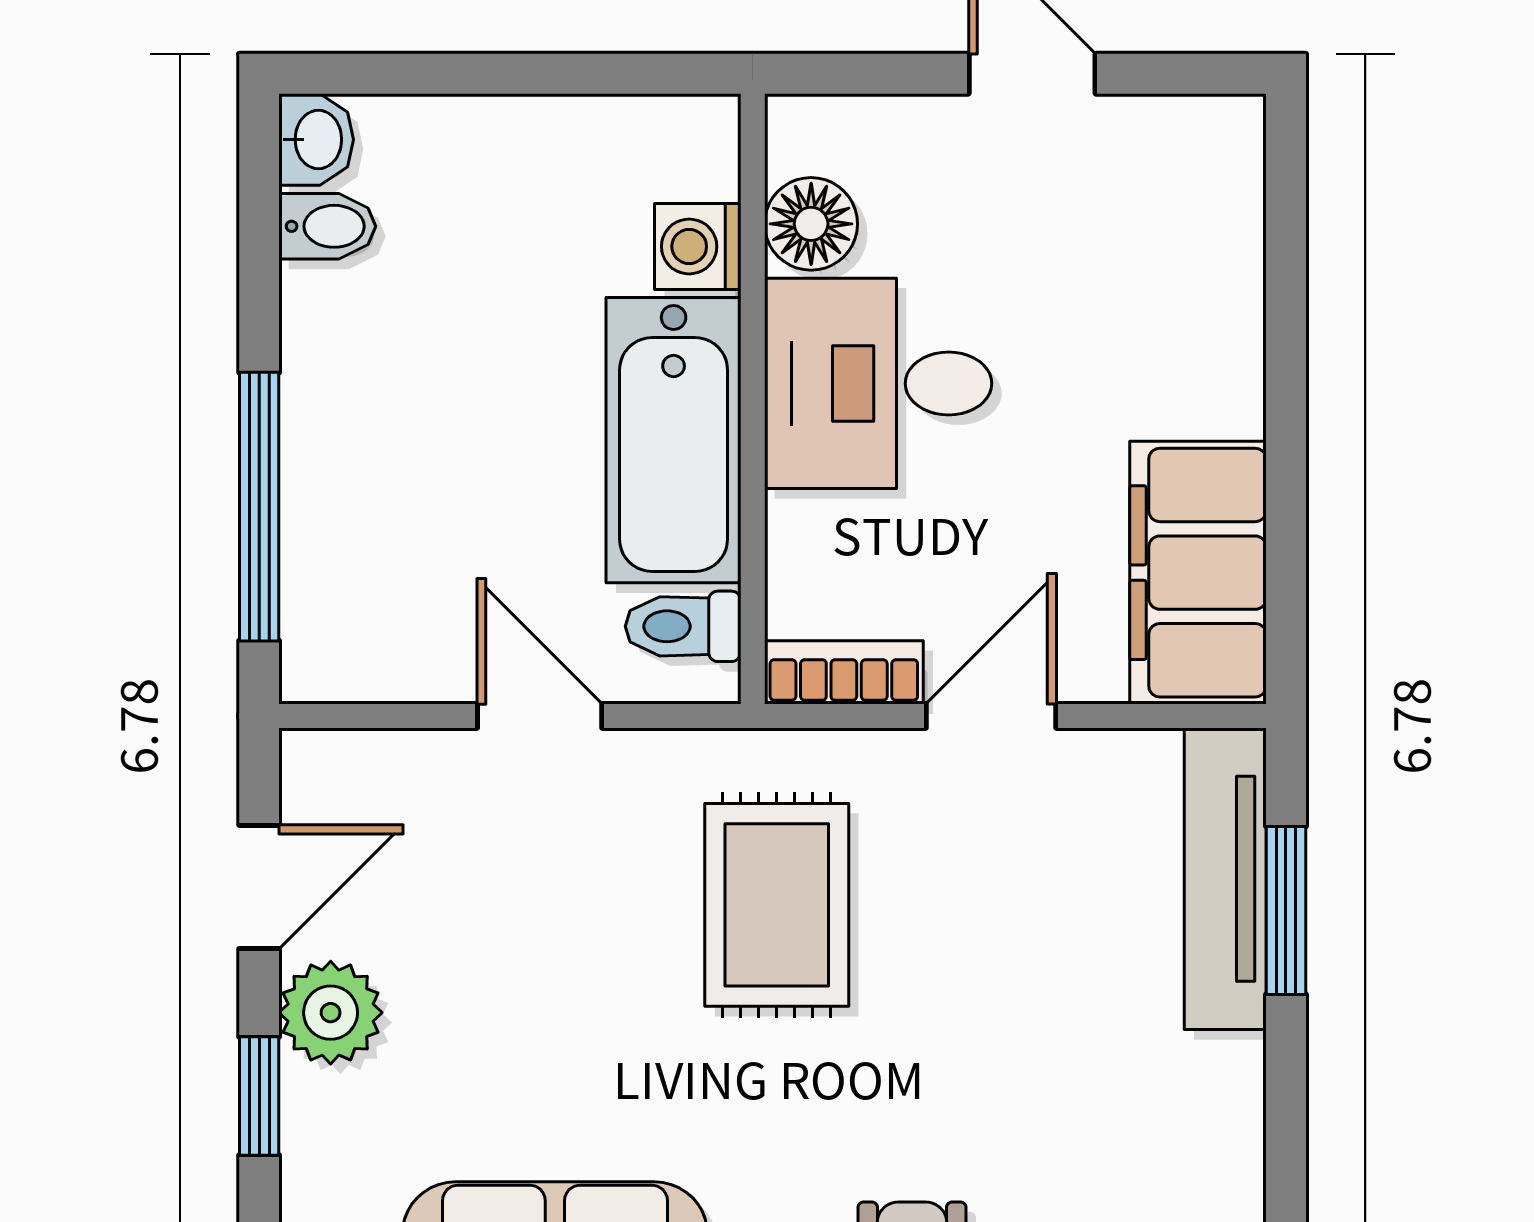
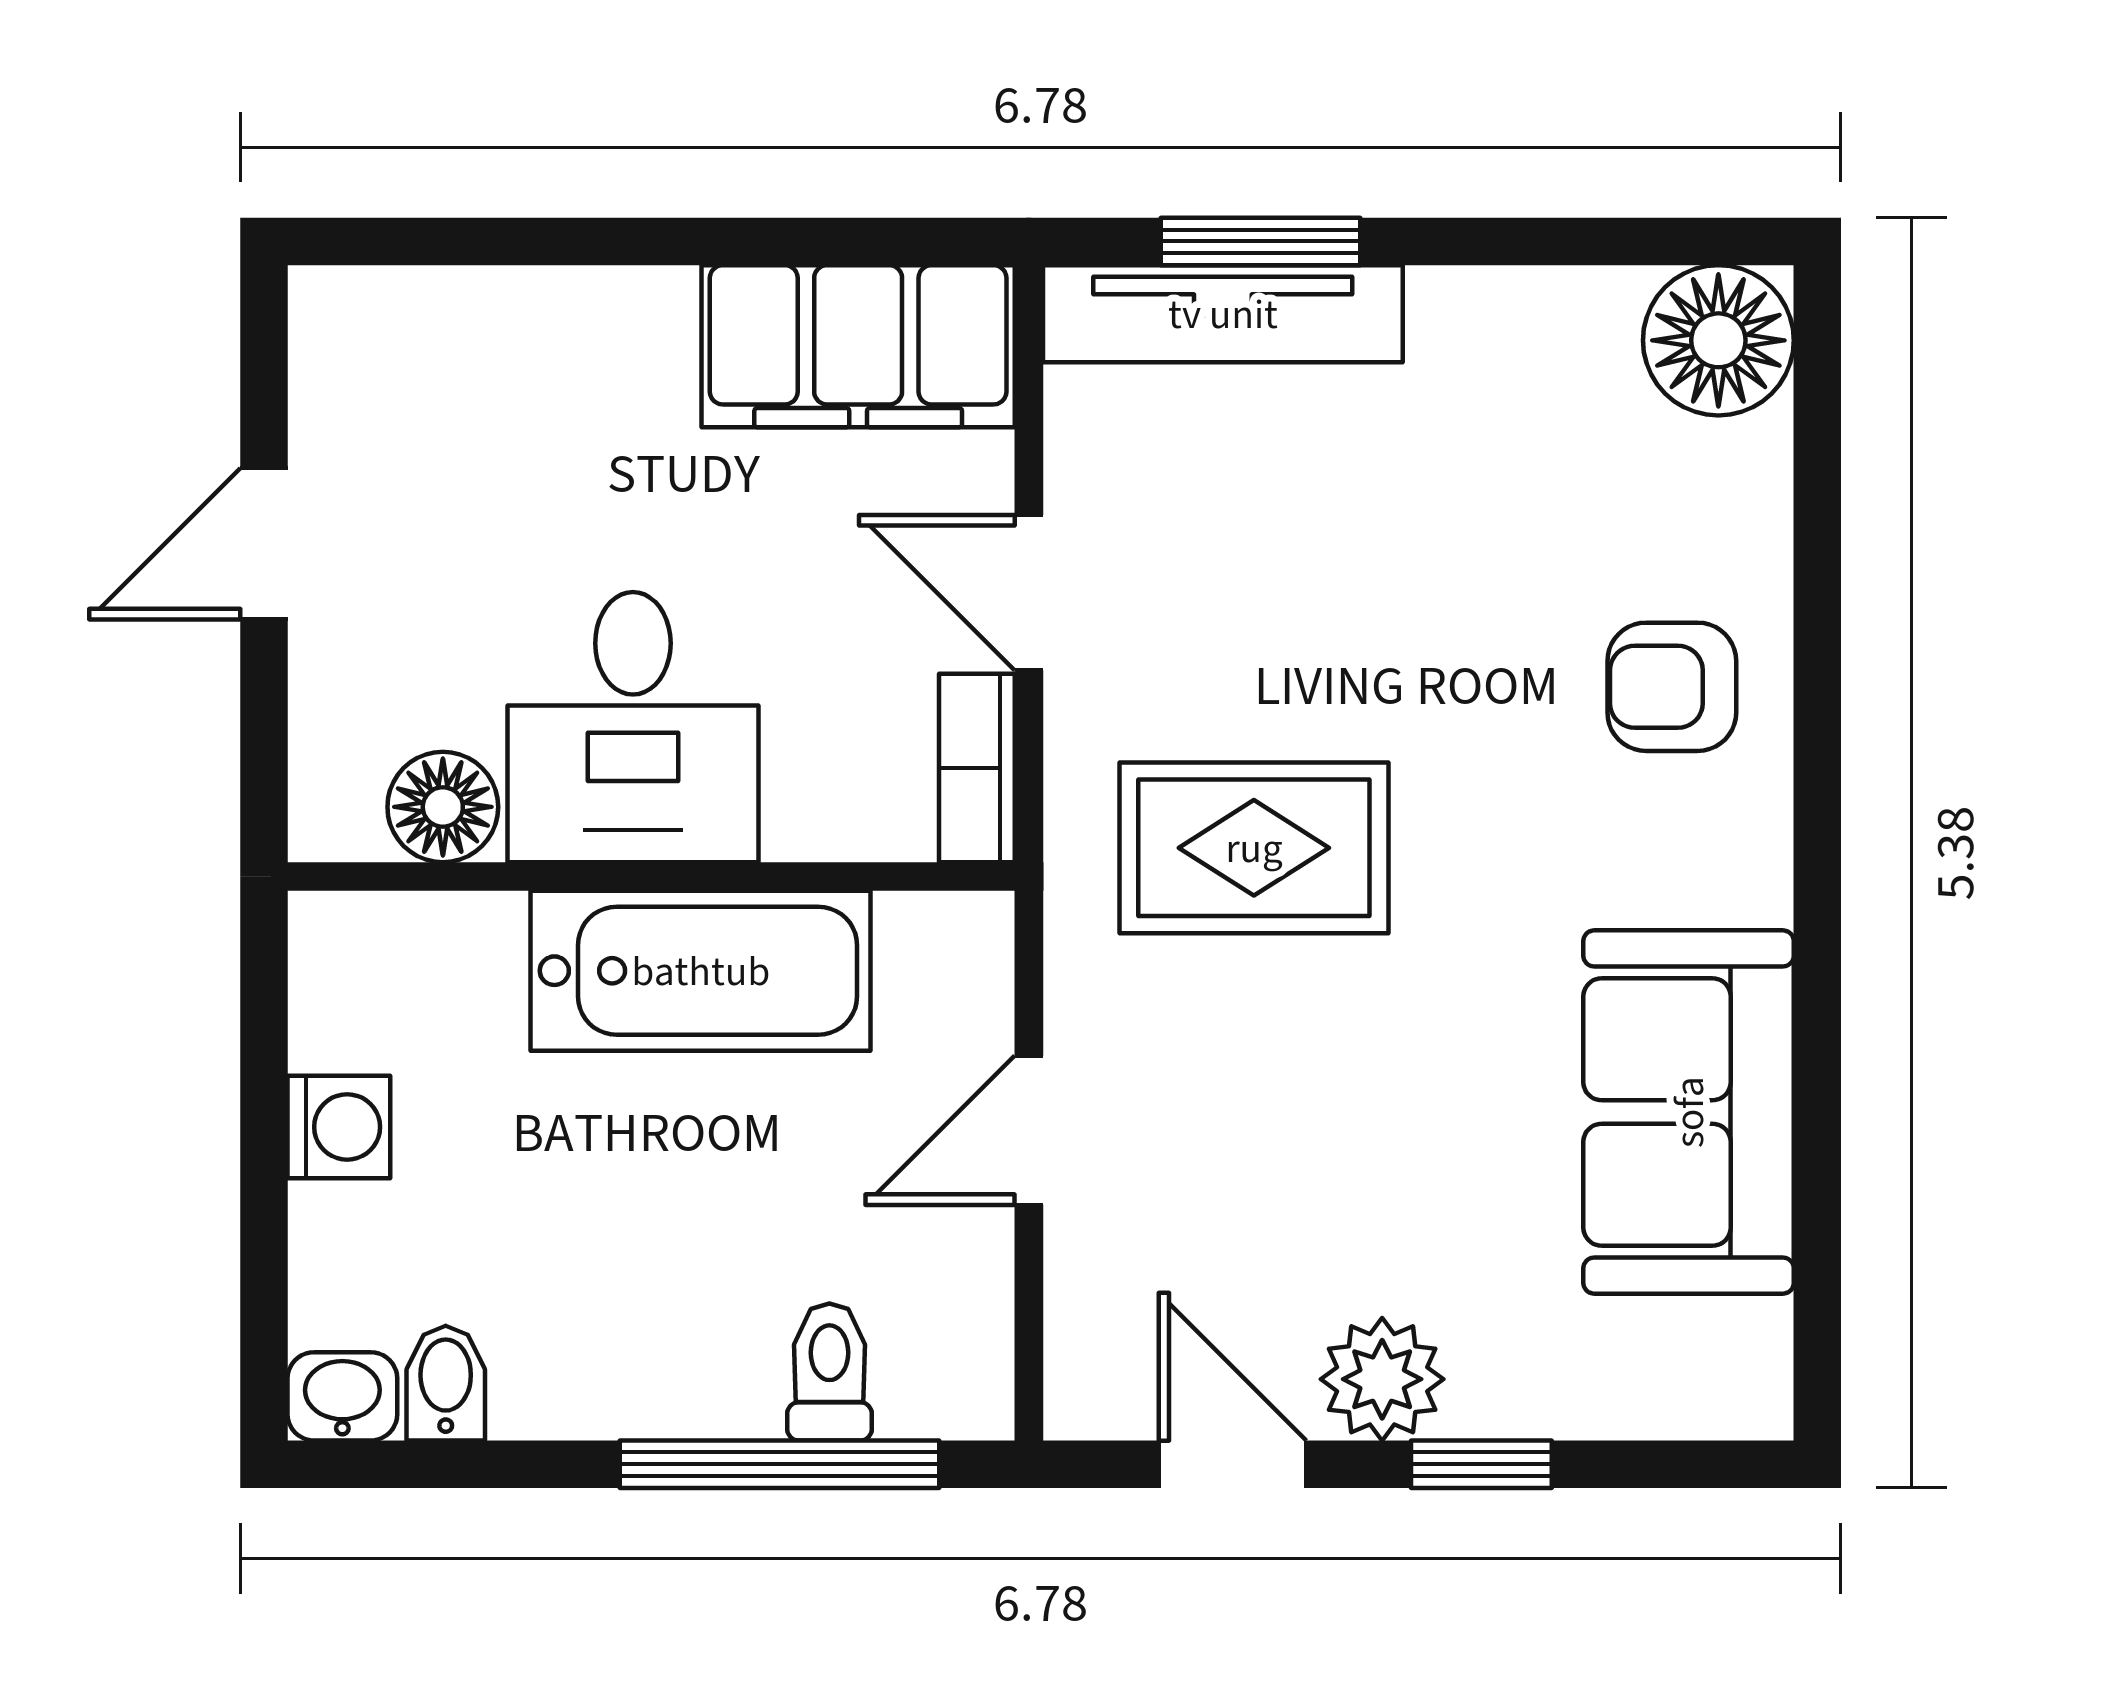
washing machine: (698, 246) -> (339, 1127), moved, turned -90
toilet: (683, 626) -> (829, 1372), moved, turned 180

